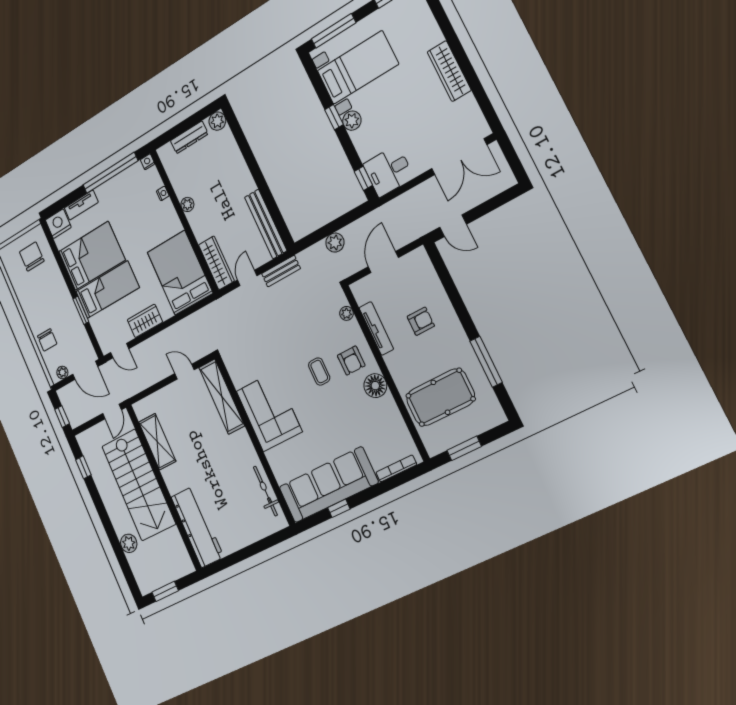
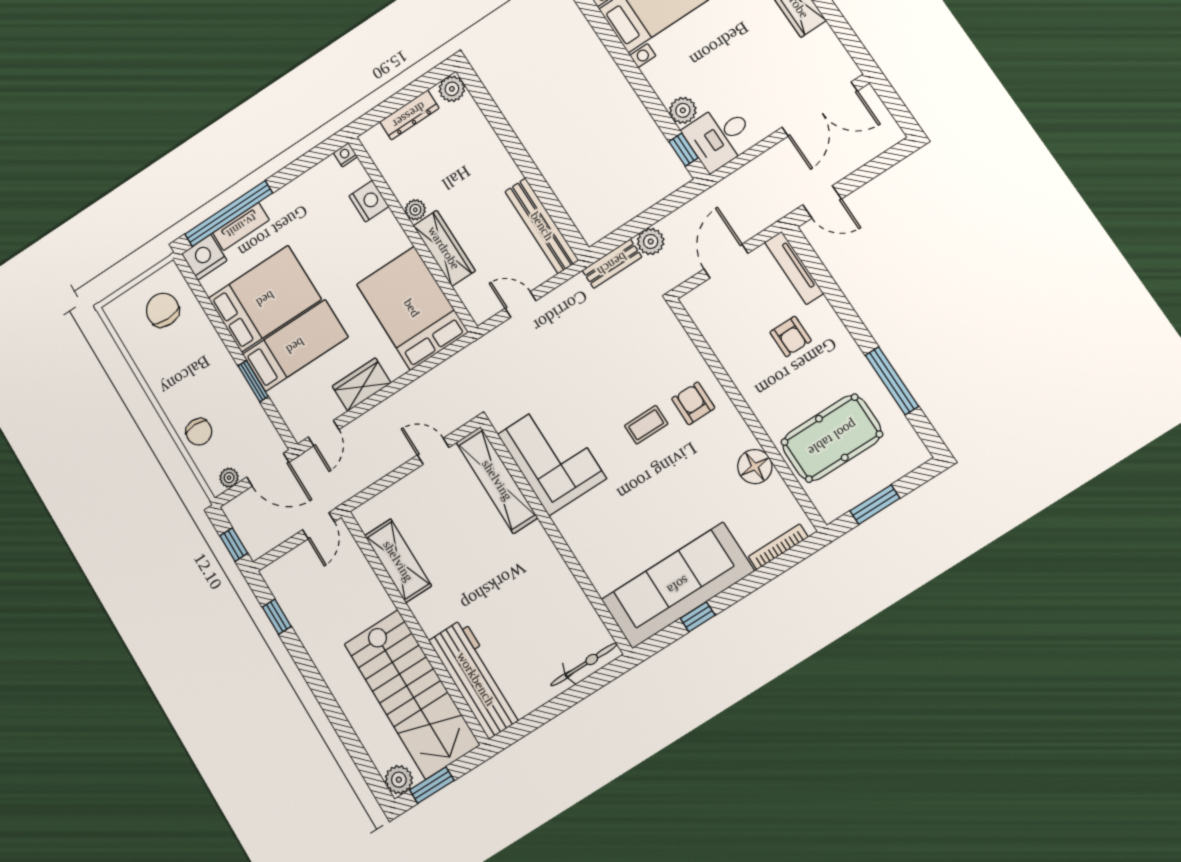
window: (334, 117) -> (630, 70), removed
plant: (352, 121) -> (683, 110), moved
window: (110, 173) -> (229, 214), moved
nightstand: (163, 193) -> (369, 201), width x1.89, depth x1.79
wardrobe: (216, 263) -> (444, 248), moved
bench: (281, 271) -> (612, 264), moved
door: (247, 278) -> (521, 304), hinge flipped
plant: (346, 313) -> (679, 338), removed
armchair: (421, 321) -> (791, 336), turned 90
tv unit: (376, 328) -> (794, 268), moved, turned 180
door: (120, 351) -> (324, 433), hinge flipped
armchair: (351, 361) -> (693, 403), turned 180
coffee table: (319, 372) -> (646, 425), turned 90
floor lamp: (375, 386) -> (755, 467), moved
corner sofa: (269, 411) -> (552, 456), moved
stairs: (139, 485) -> (412, 694), moved
bicycle: (265, 491) -> (584, 665), moved, turned 90
plant: (129, 543) -> (399, 780), moved

